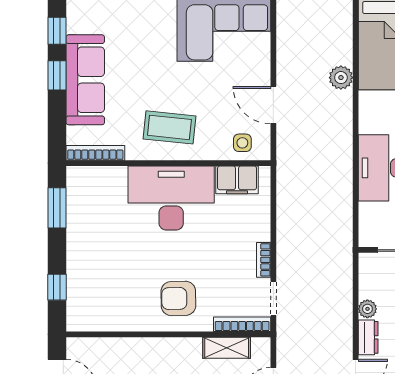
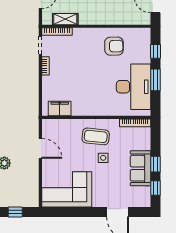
sofa: (85, 80) -> (141, 168), width x0.73
side table: (242, 143) -> (103, 158), moved
desk: (171, 198) -> (134, 87), moved, turned -90
window: (57, 208) -> (156, 80), moved
armchair: (178, 298) -> (114, 46), moved

